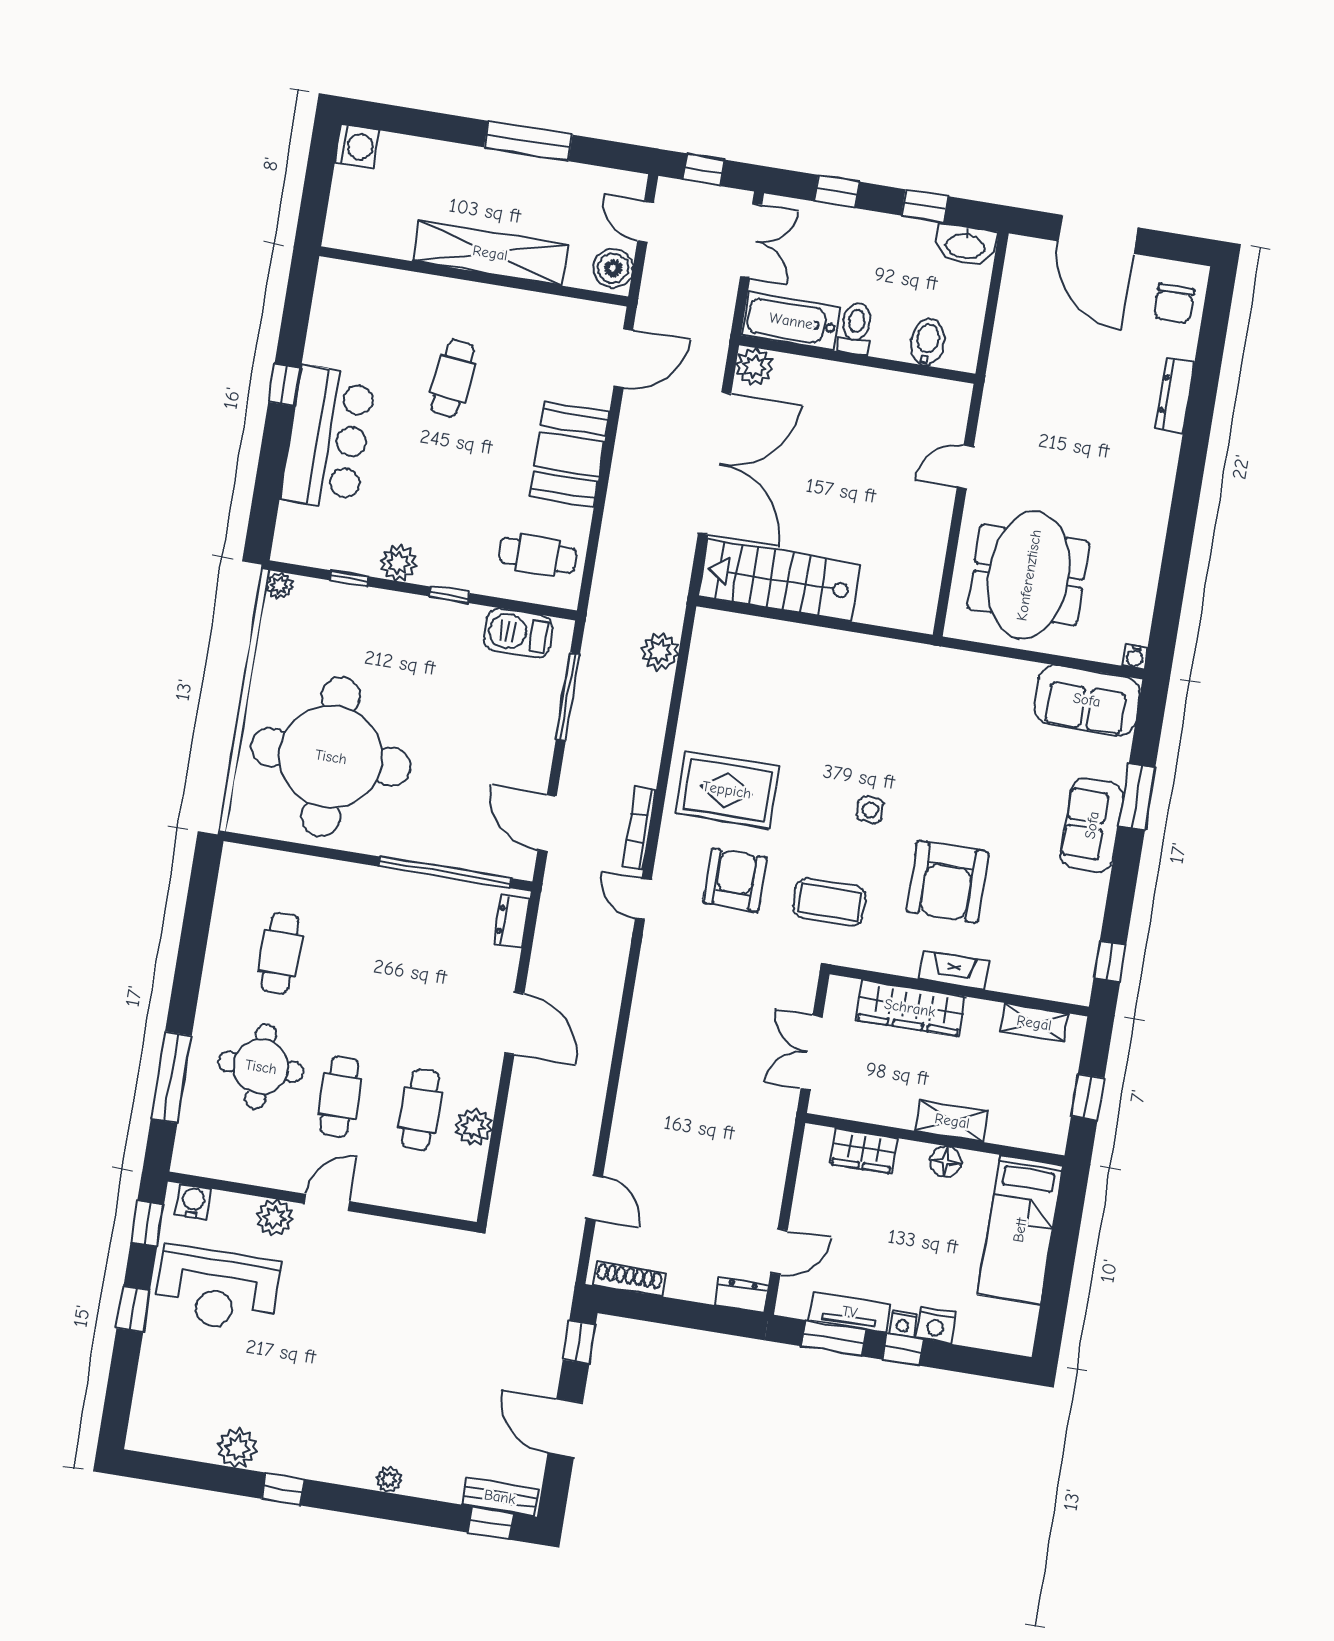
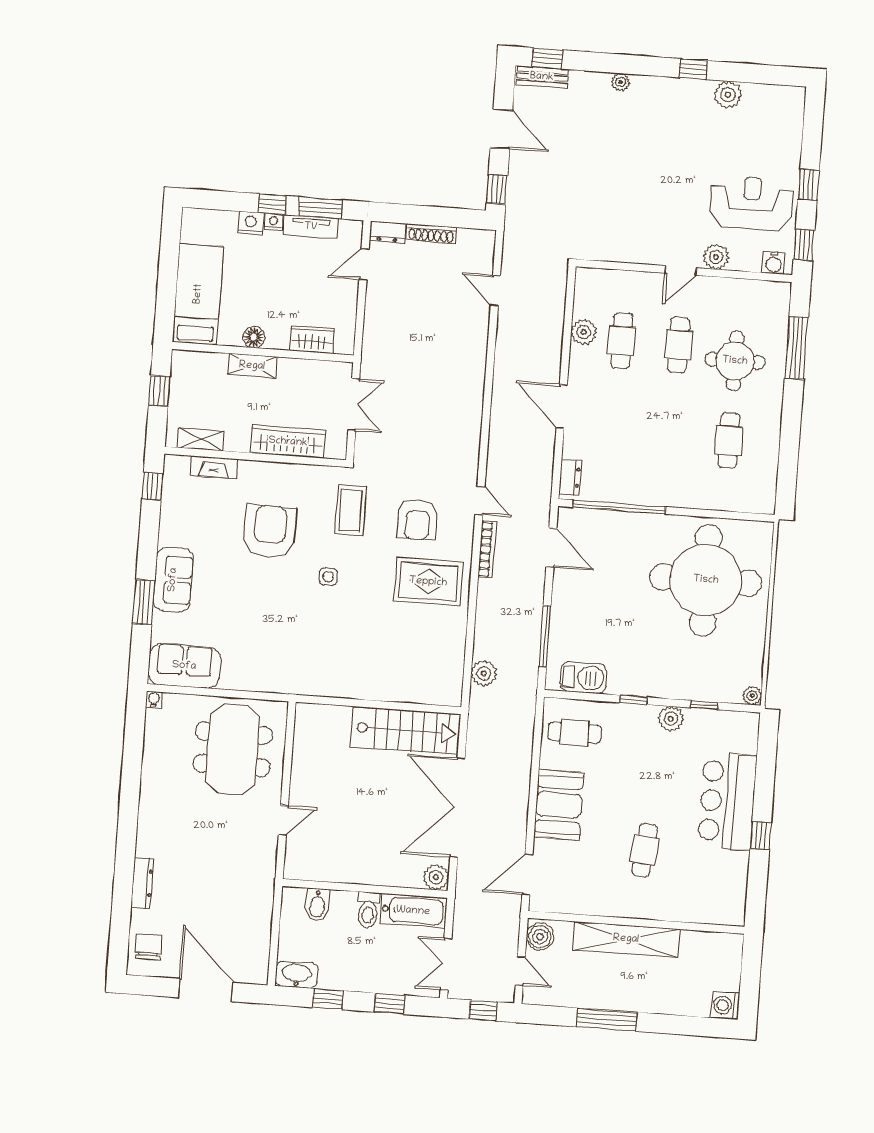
coffee table: (830, 902) -> (351, 510), turned 90
fireplace: (954, 970) -> (214, 467), moved
shoe rack: (629, 1279) -> (431, 234), moved

